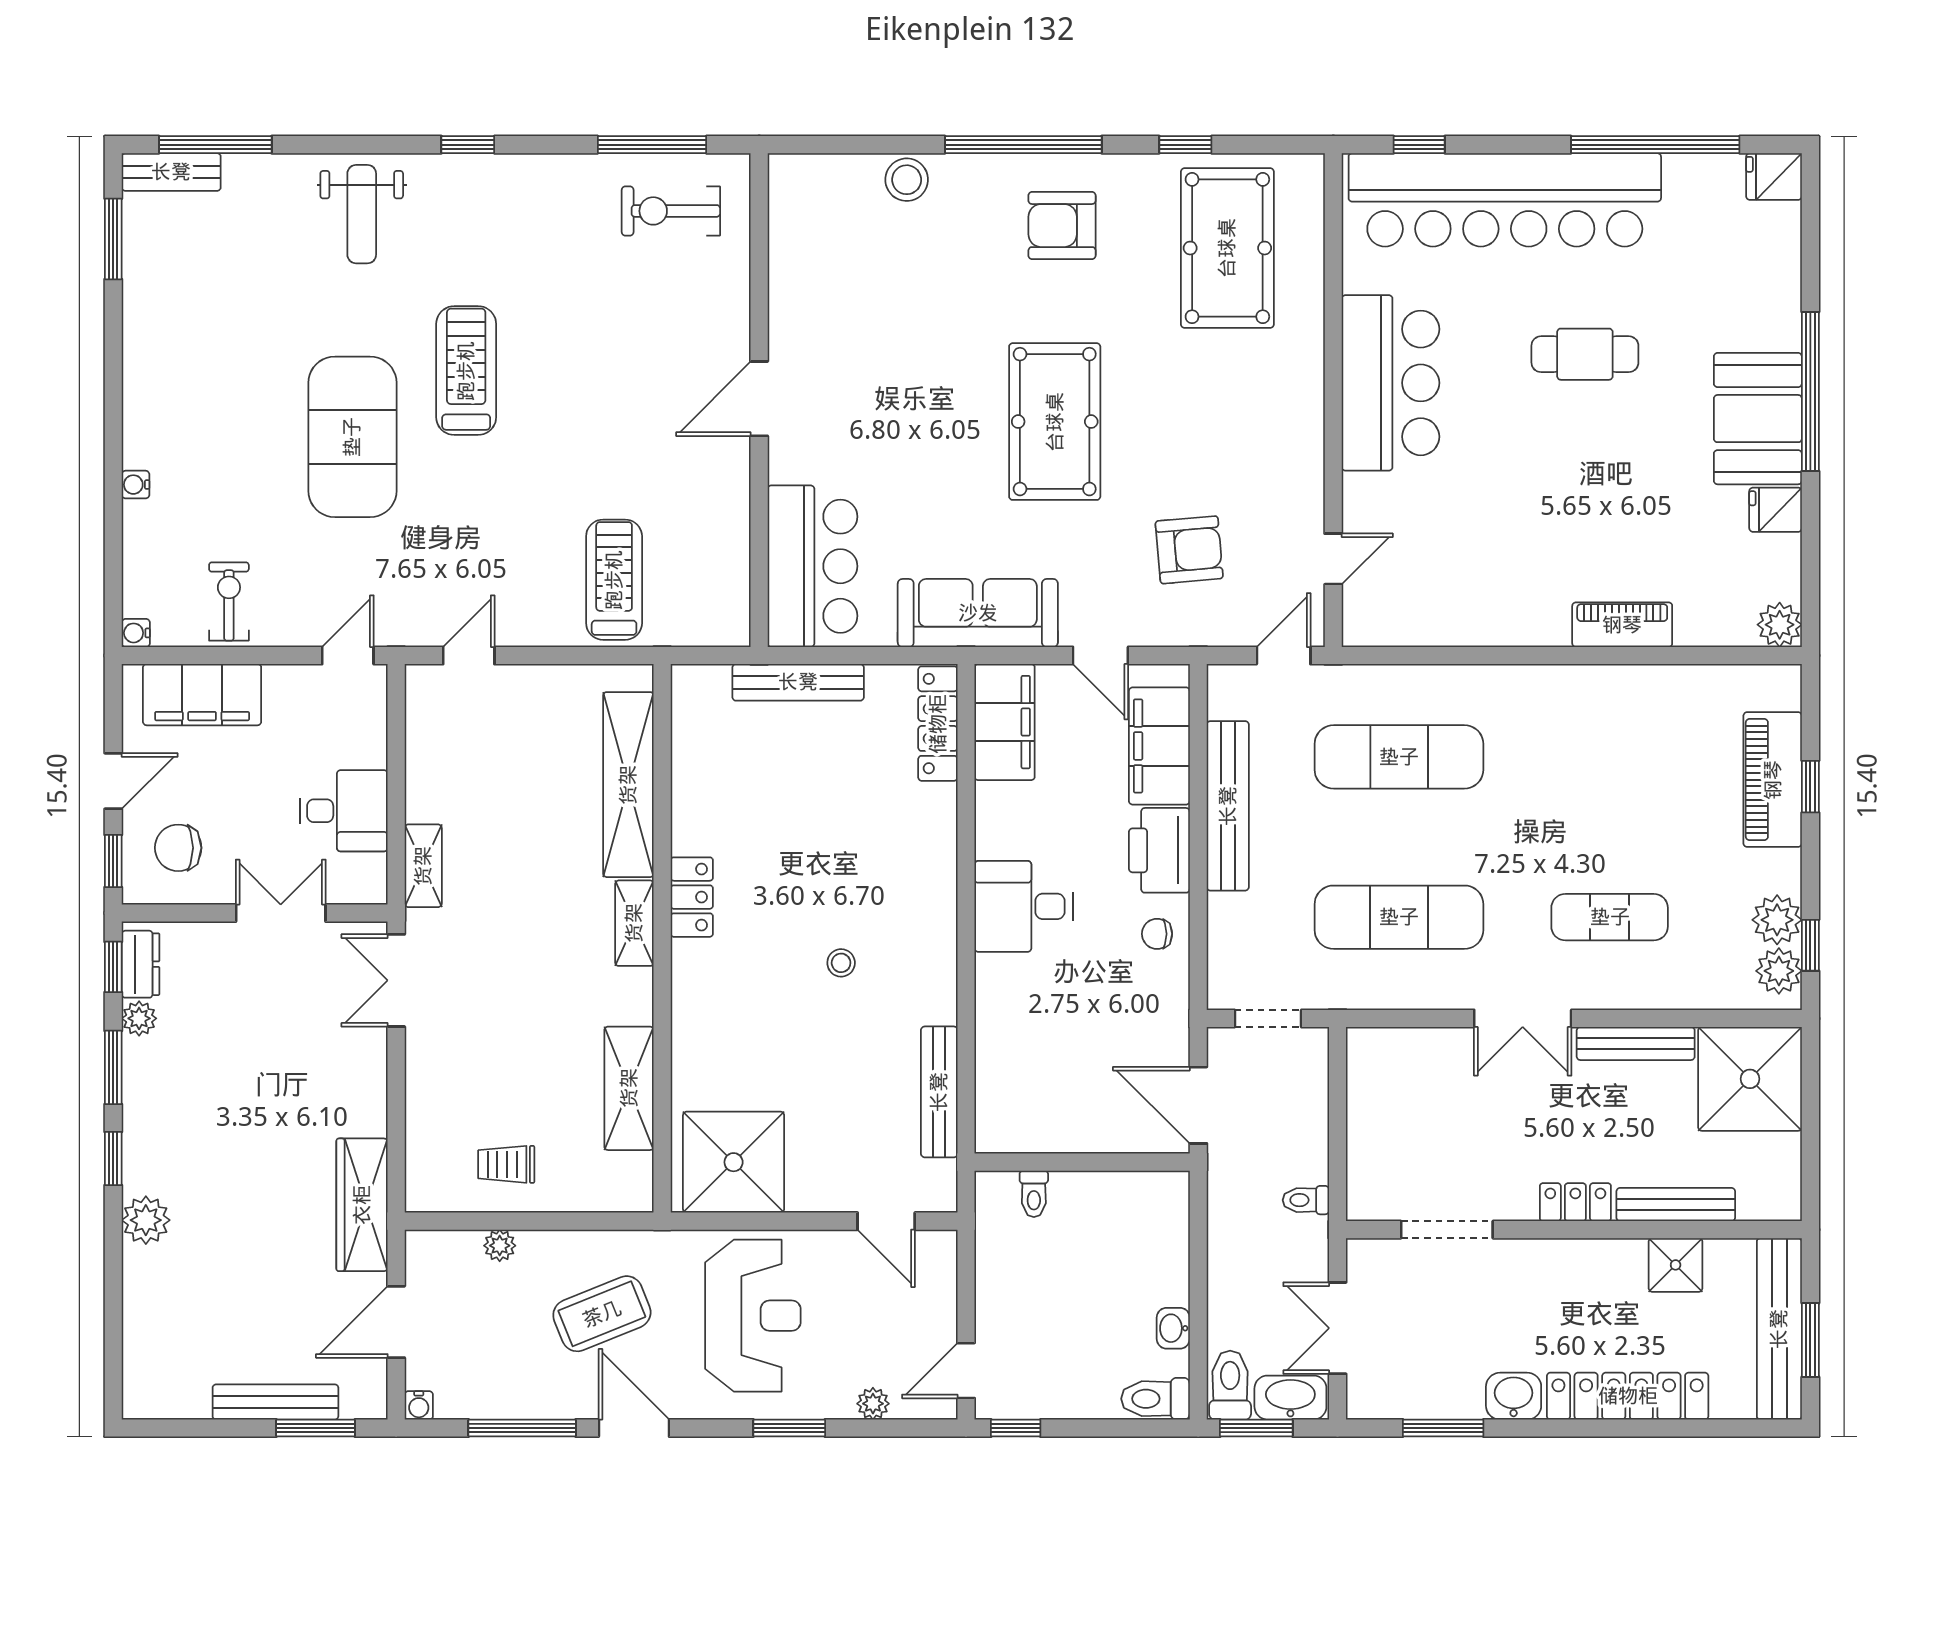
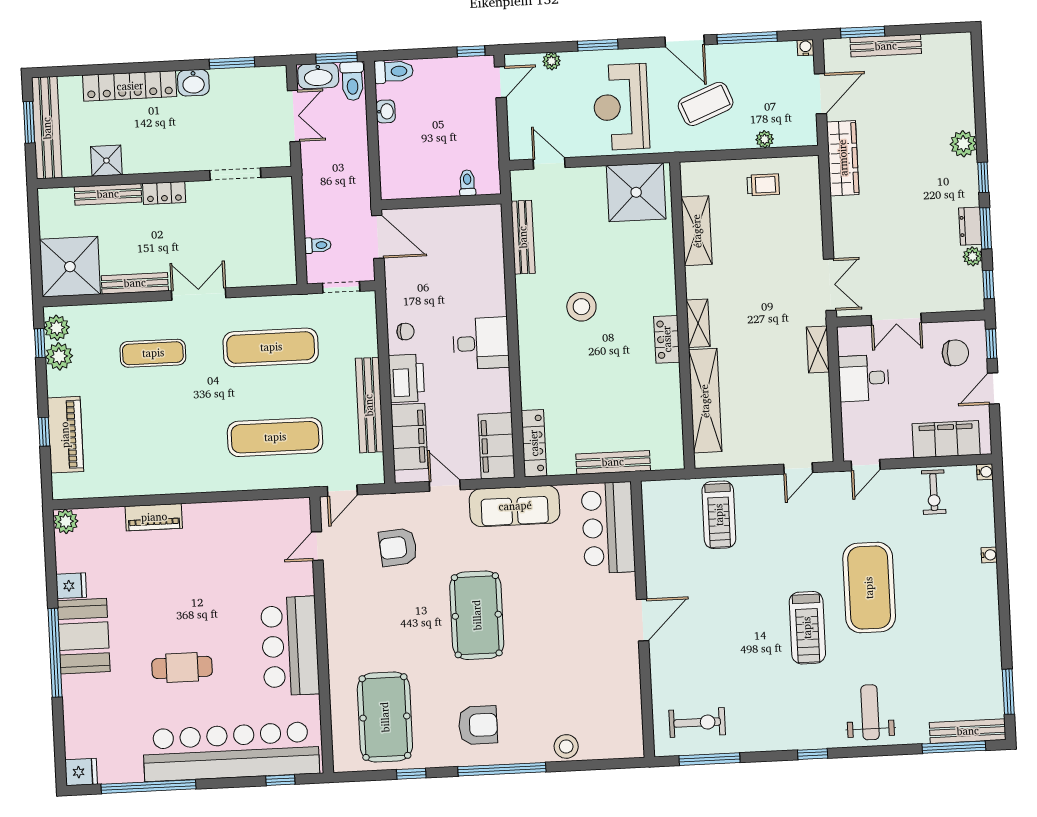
bench: (171, 172) -> (968, 731), width x1.36
stool: (841, 963) -> (581, 307), width x1.89, depth x1.89
dresser: (141, 964) -> (970, 226), moved
toilet: (1306, 1200) -> (318, 245), moved

